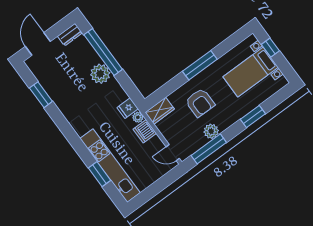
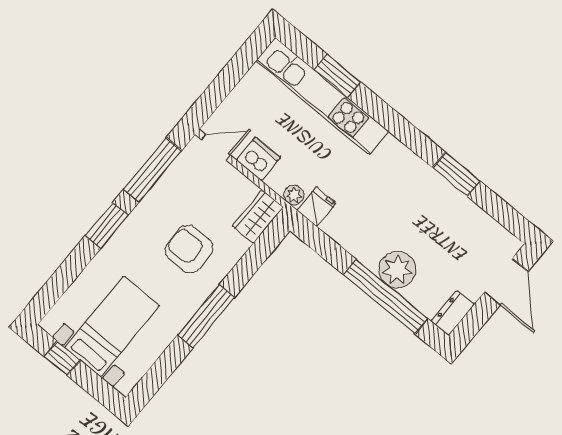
window: (270, 48) -> (62, 358), moved
plant: (100, 74) -> (397, 270), moved
window: (41, 95) -> (456, 174), moved
window: (253, 116) -> (106, 226), moved
dishwasher: (145, 131) -> (258, 159), moved
plant: (211, 131) -> (156, 203), removed

